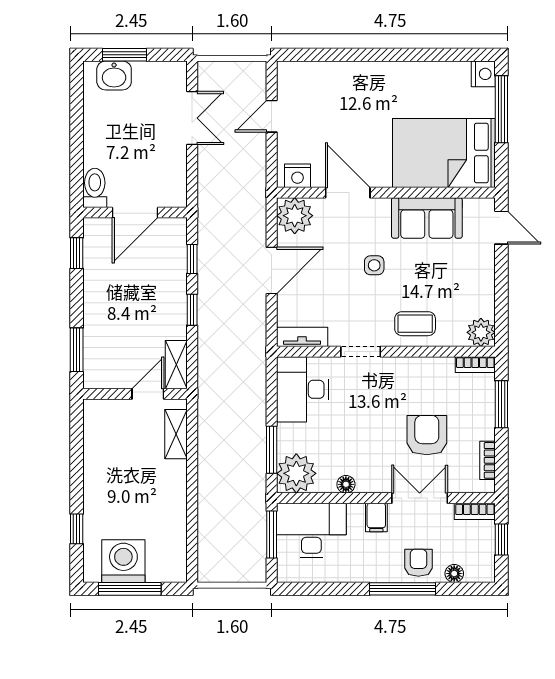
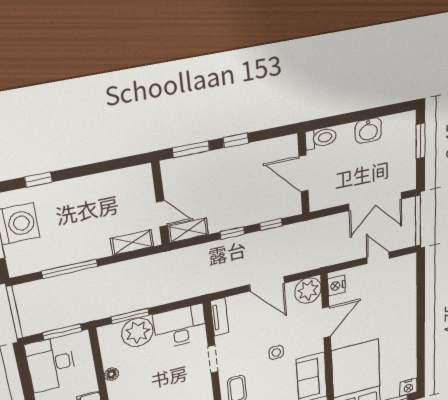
washbasin: (114, 75) -> (368, 131), moved, turned -90
double door: (192, 118) -> (375, 202), width x1.37
window: (77, 253) -> (236, 140), moved
plant: (296, 473) -> (137, 332), moved
window: (192, 512) -> (70, 269), added
desk: (311, 530) -> (51, 364), moved, turned 180

